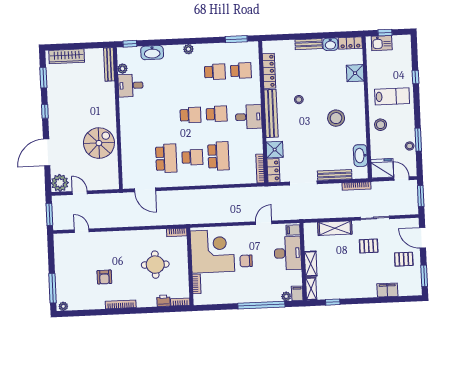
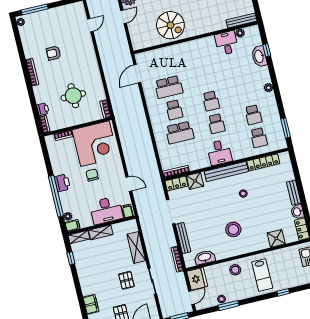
window: (130, 44) -> (267, 50), moved
printer: (248, 295) -> (62, 183), added

